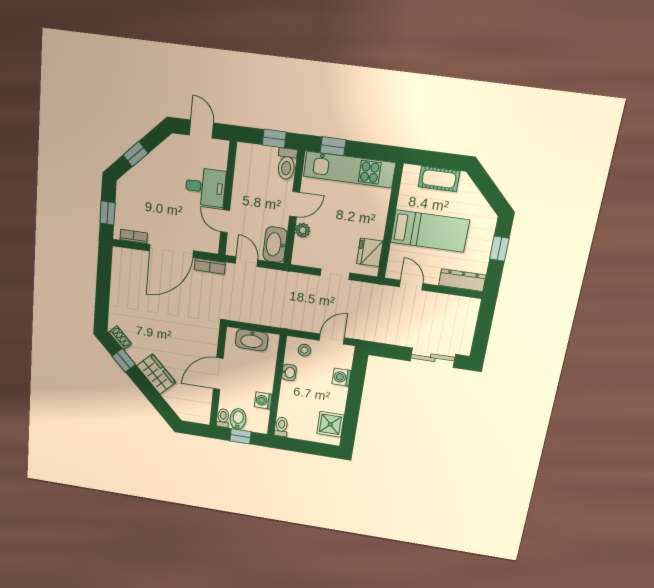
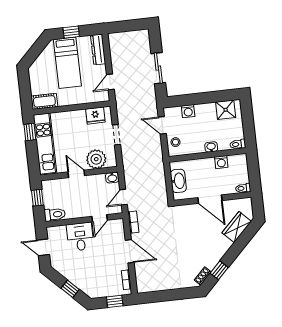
door: (201, 129) -> (43, 247), hinge flipped
window: (333, 146) -> (30, 132), moved
toilet: (287, 164) -> (55, 214), moved
cot: (439, 179) -> (44, 101), moved, turned 90
plant: (303, 230) -> (96, 159), width x1.88, depth x1.88
bed: (430, 231) -> (67, 63), moved, turned 180
washbasin: (275, 245) -> (112, 178), width x0.52, depth x0.69
door: (171, 251) -> (130, 251), width x0.73
sliding door: (433, 358) -> (158, 68), moved
washbasin: (289, 372) -> (211, 147), moved
wardrobe: (156, 374) -> (237, 227), moved
bidet: (238, 419) -> (241, 177), removed
window: (240, 436) -> (254, 172), removed

